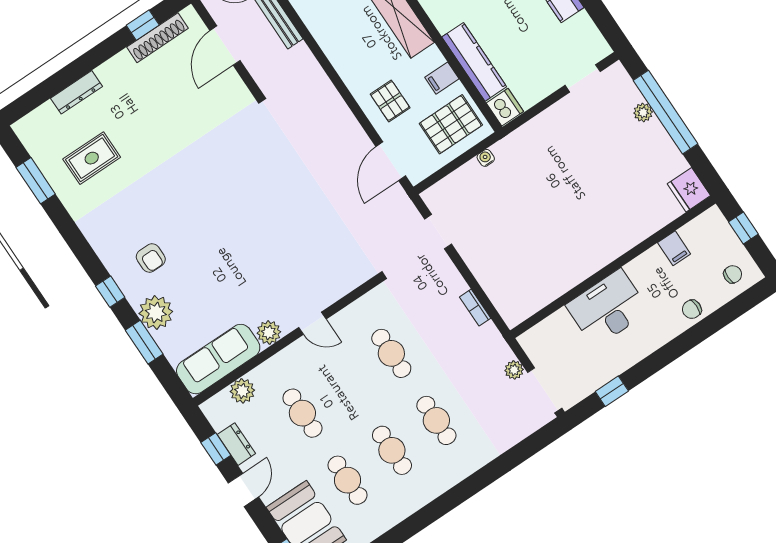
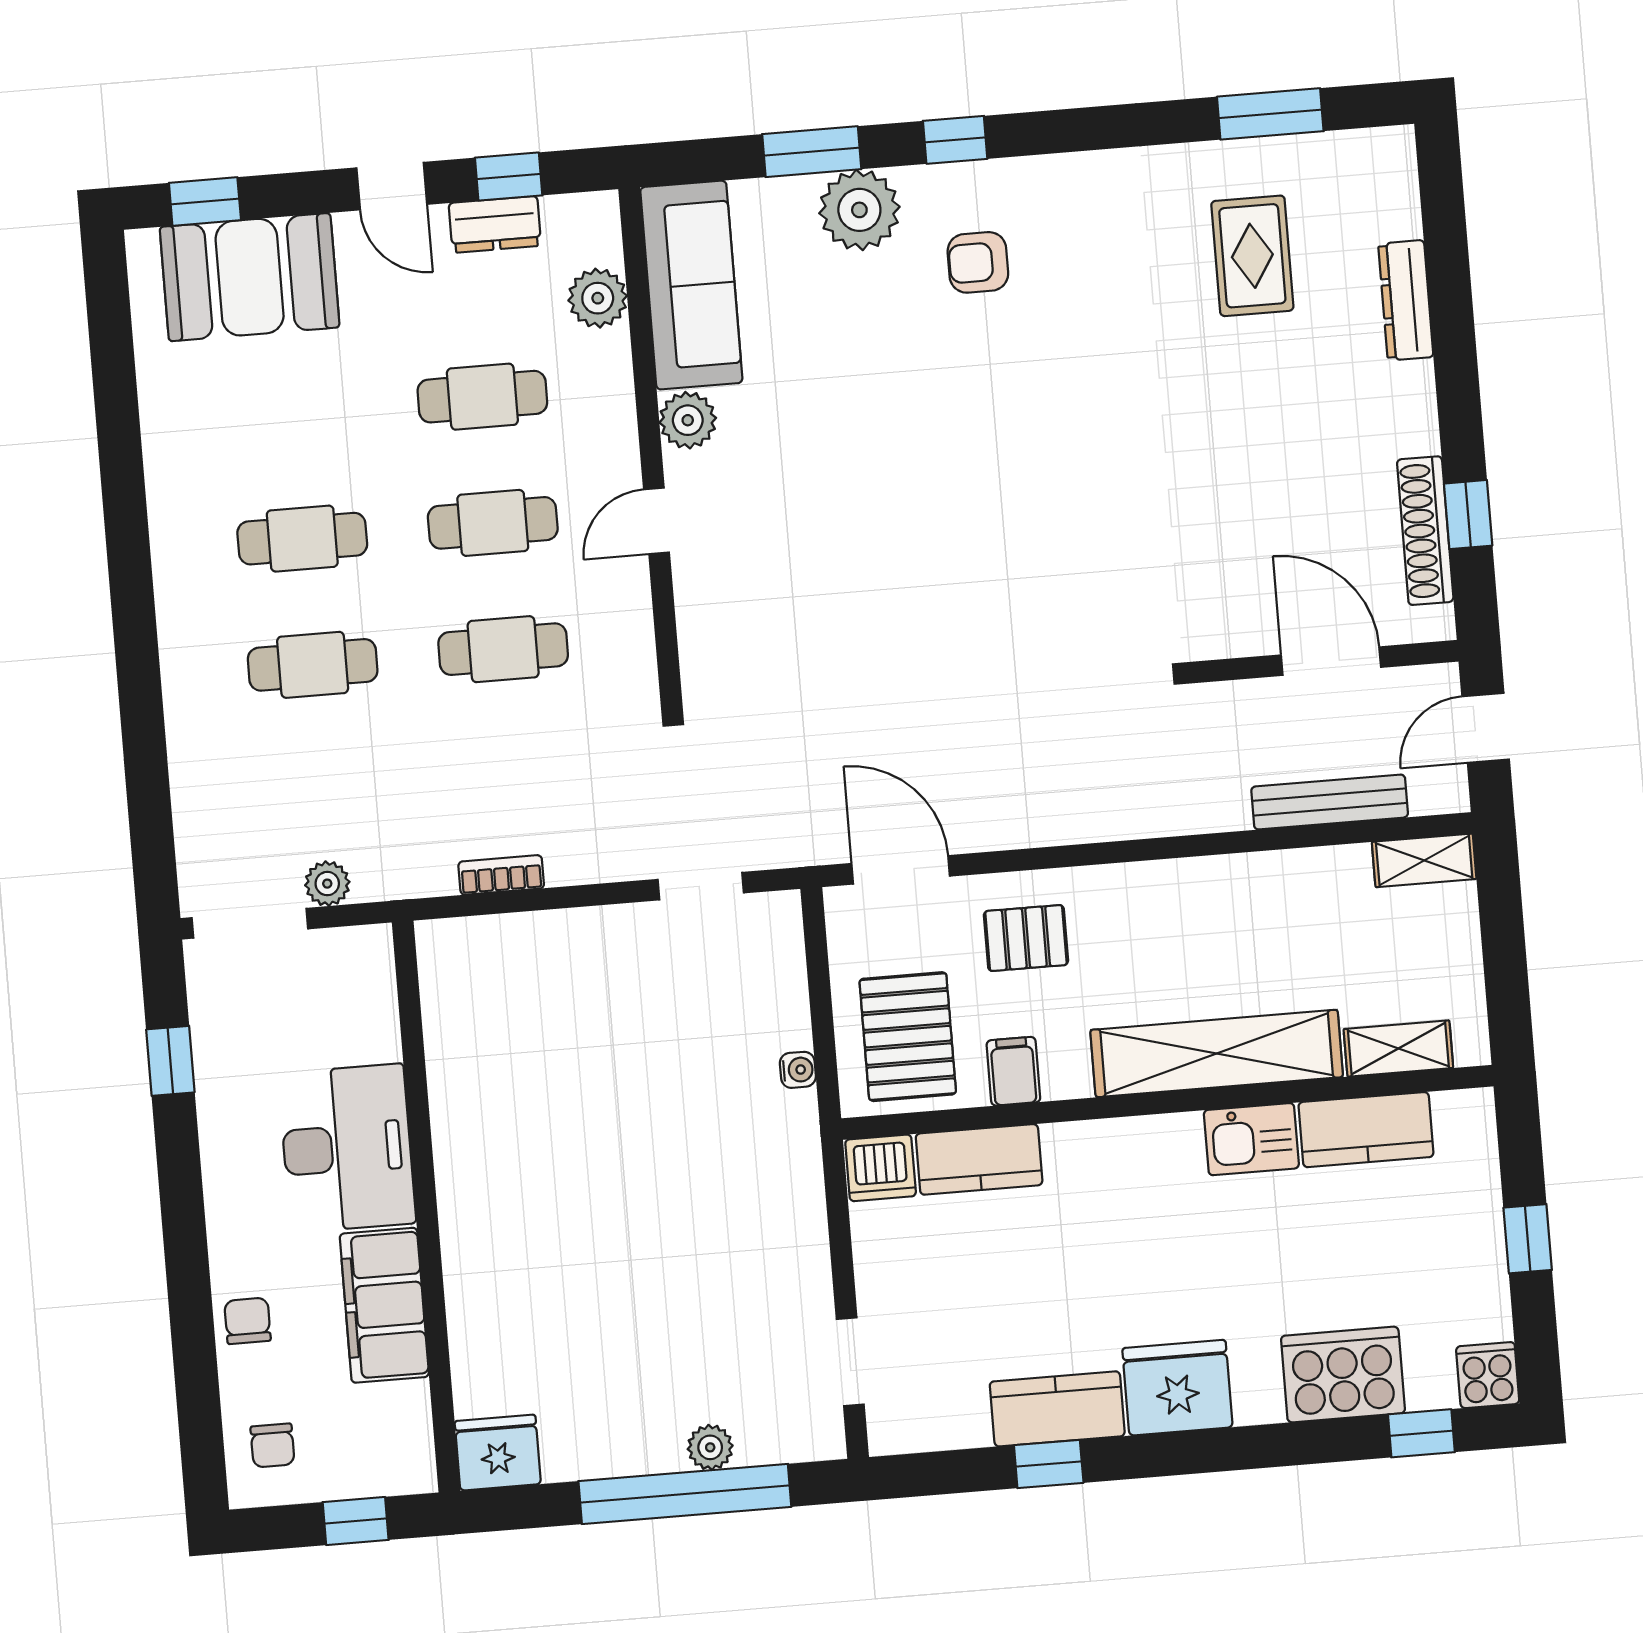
kitchen counter: (474, 62) -> (979, 1159), width x0.67
filing cabinet: (674, 248) -> (384, 1305), width x3.00, depth x1.17
cafe table: (348, 480) -> (493, 523), moved

